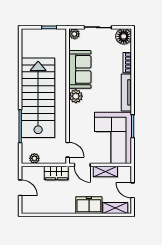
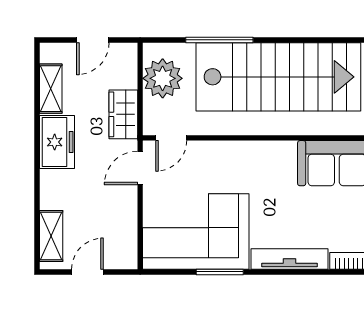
plant: (76, 96) -> (282, 155), removed
plant: (34, 158) -> (163, 78), width x1.88, depth x1.88
shelving: (105, 171) -> (51, 89), moved
freezer: (89, 205) -> (57, 142), moved

